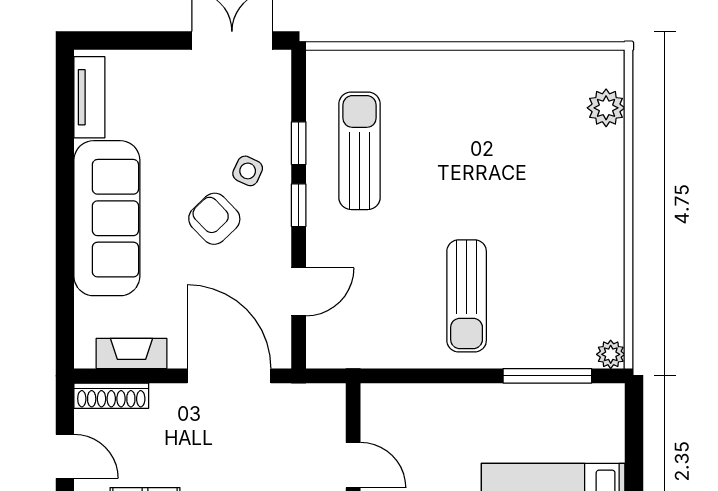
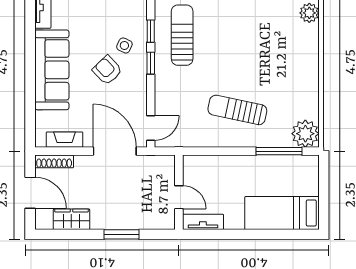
door: (299, 292) -> (151, 128), moved
sun lounger: (467, 296) -> (237, 110), turned 102
plant: (611, 354) -> (305, 134), width x1.87, depth x1.87
door: (65, 456) -> (30, 193), width x1.37

